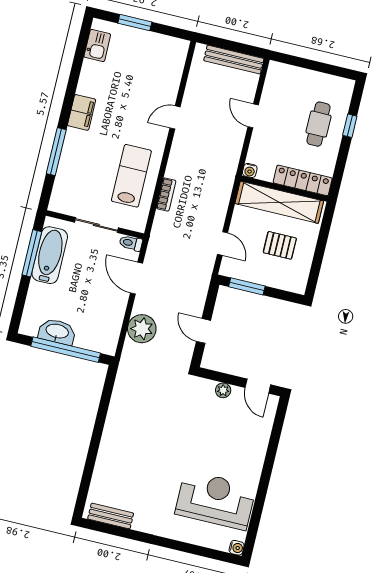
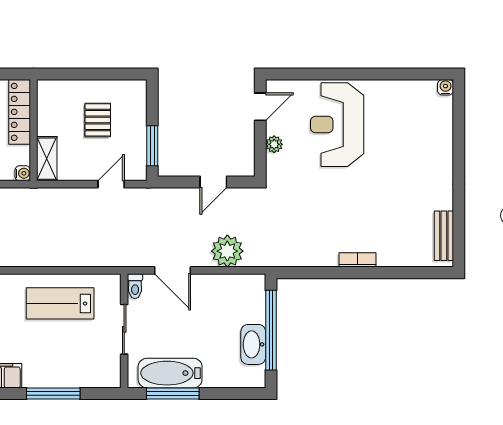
bookcase: (166, 195) -> (357, 260), moved
shelving: (279, 202) -> (47, 159), width x0.45, depth x0.75
door: (136, 278) -> (173, 270), hinge flipped
reception desk: (216, 500) -> (337, 125), moved

